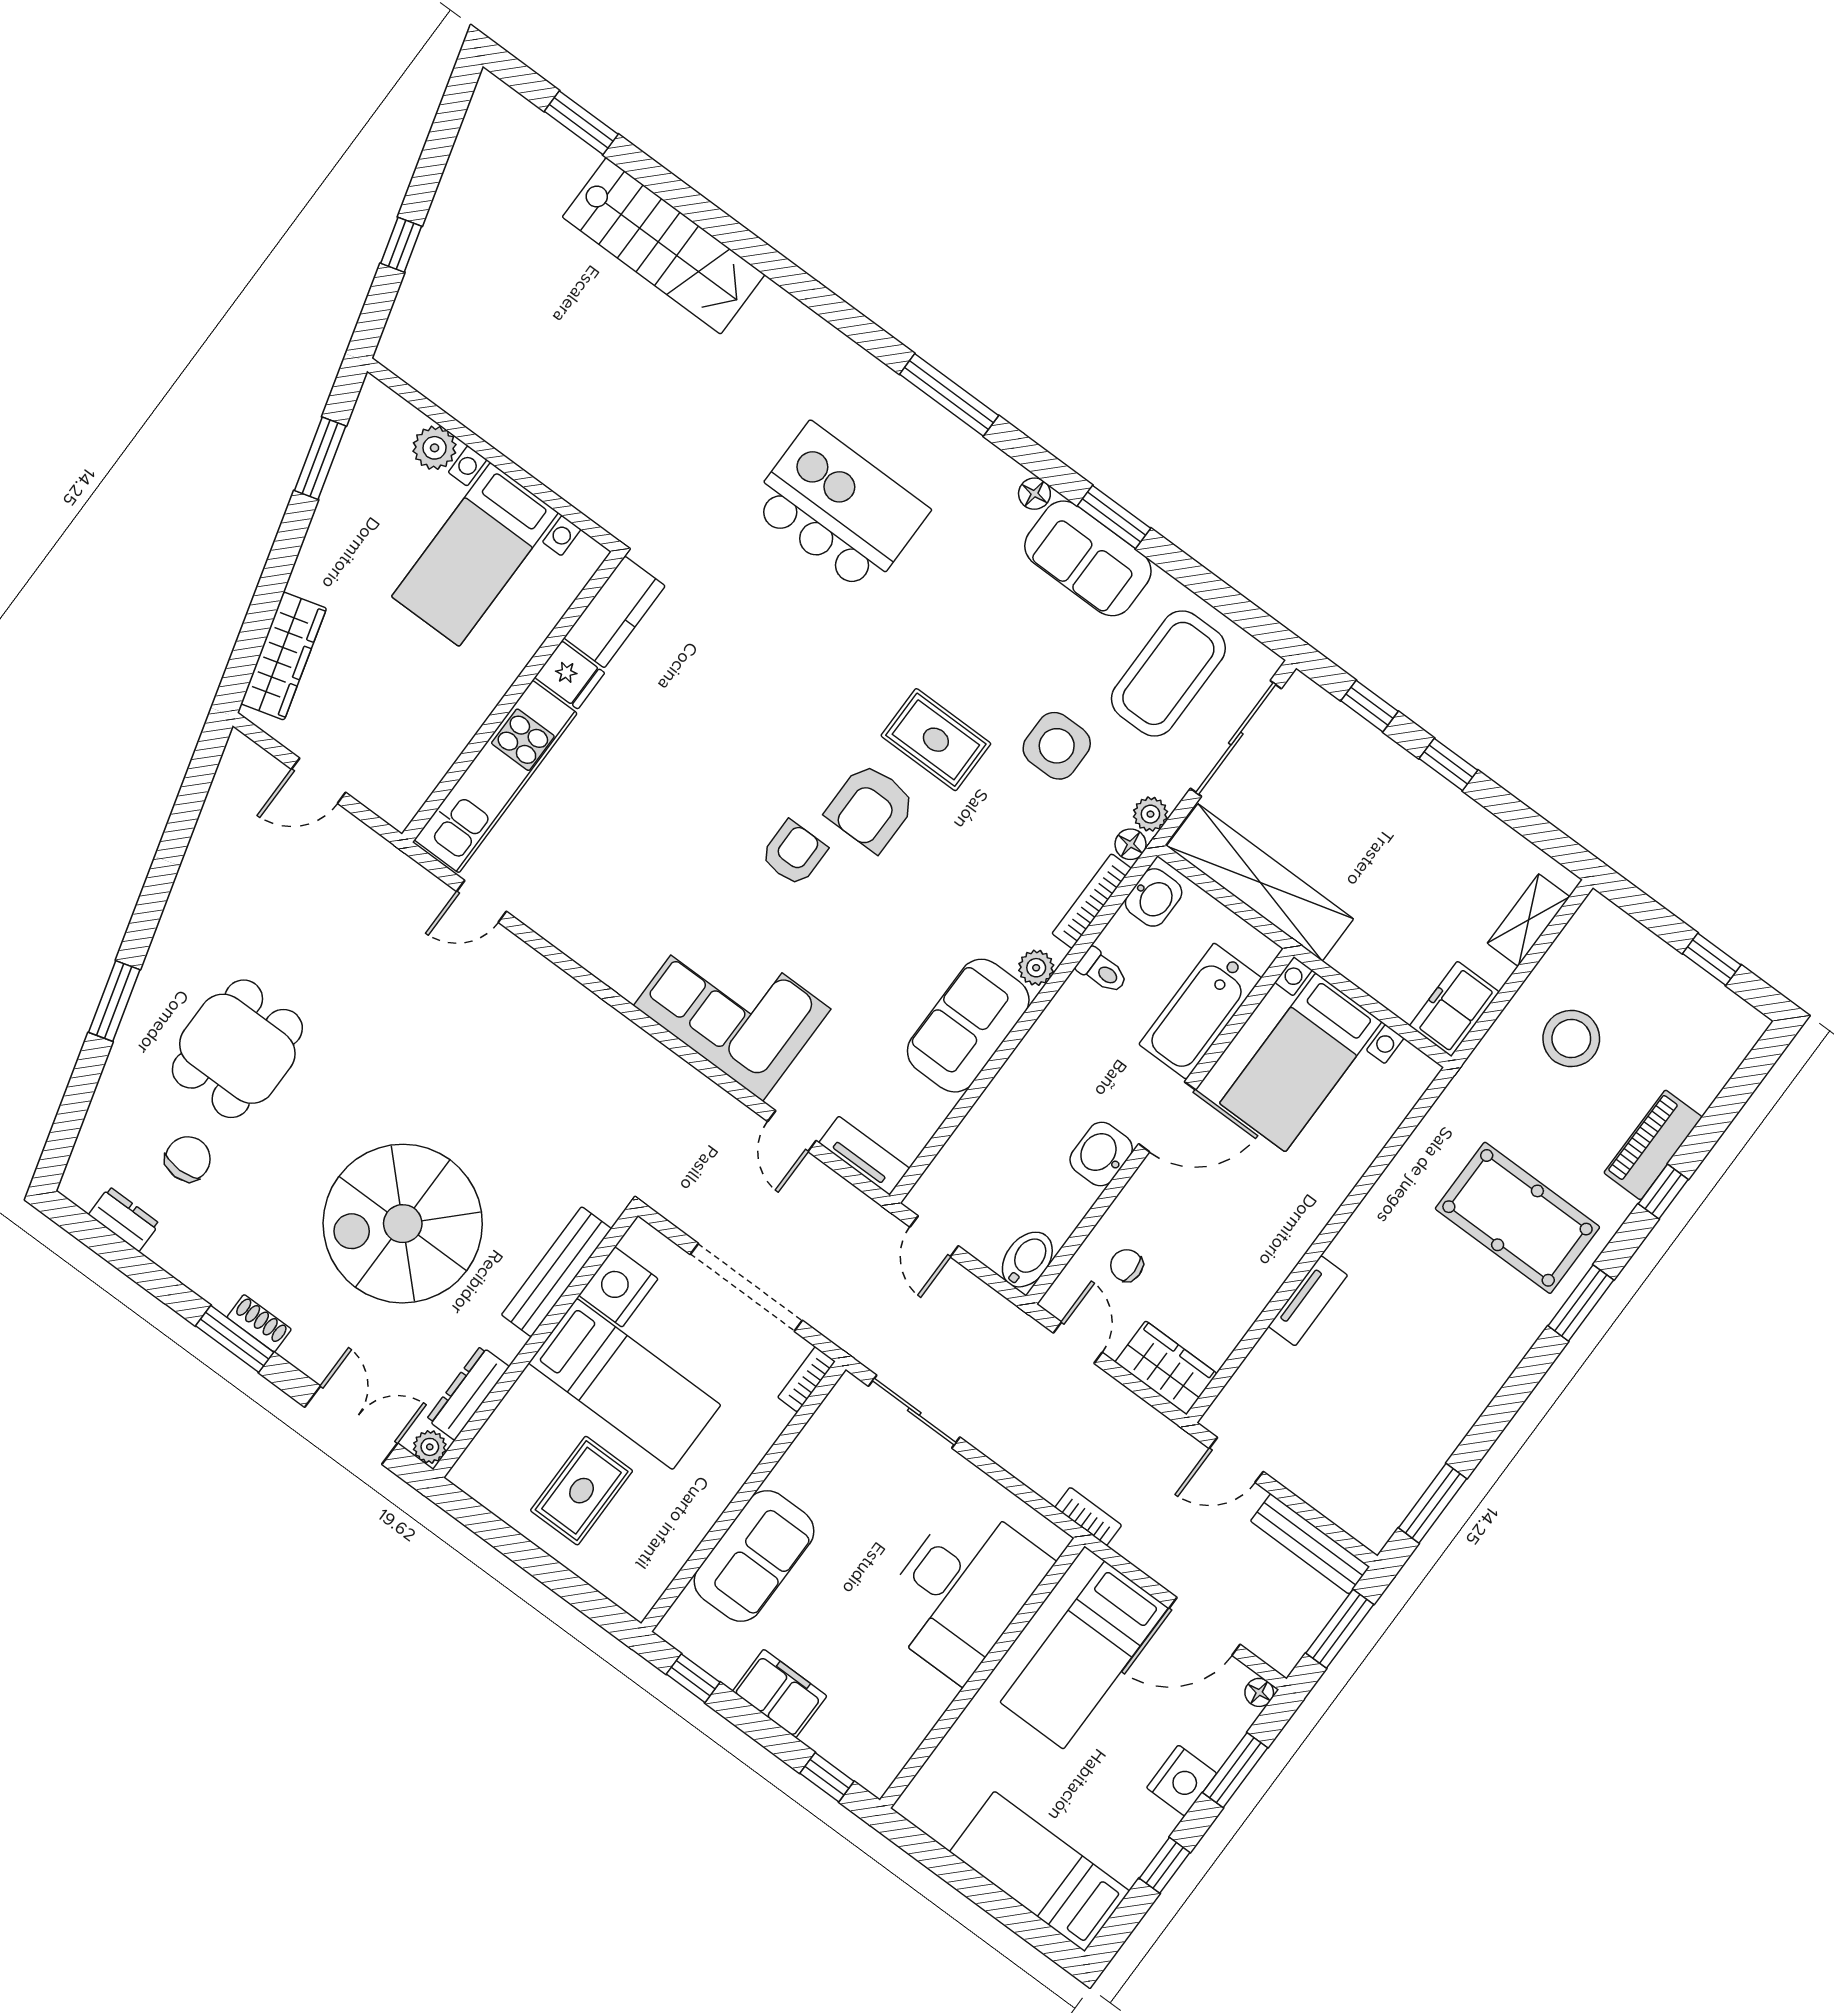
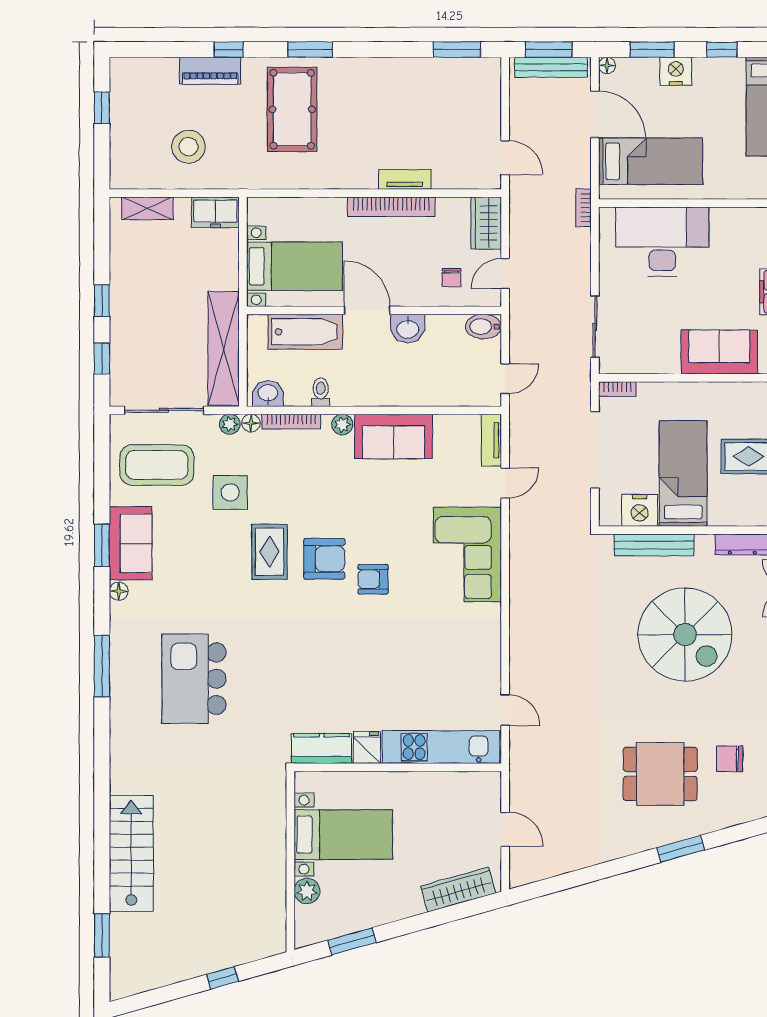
bookcase: (1284, 1255) -> (391, 207), added
bench: (1310, 1544) -> (551, 67), moved, turned 90

